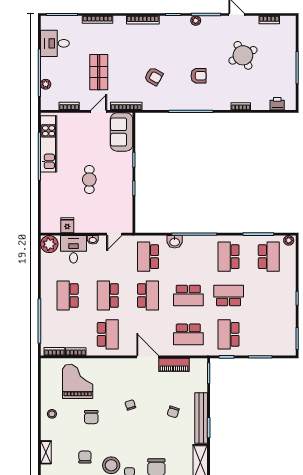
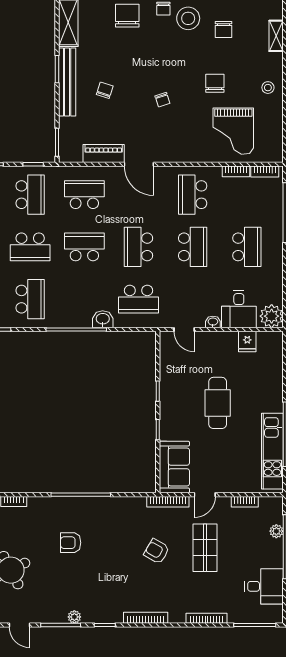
armchair: (154, 76) -> (157, 551), moved
cafe table: (89, 180) -> (218, 403), width x1.37, depth x1.35
door: (114, 234) -> (184, 329), swing flipped
school desk: (148, 257) -> (139, 299), turned 90

